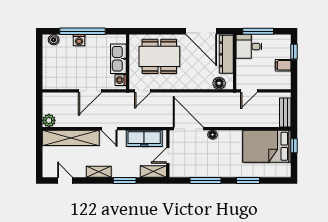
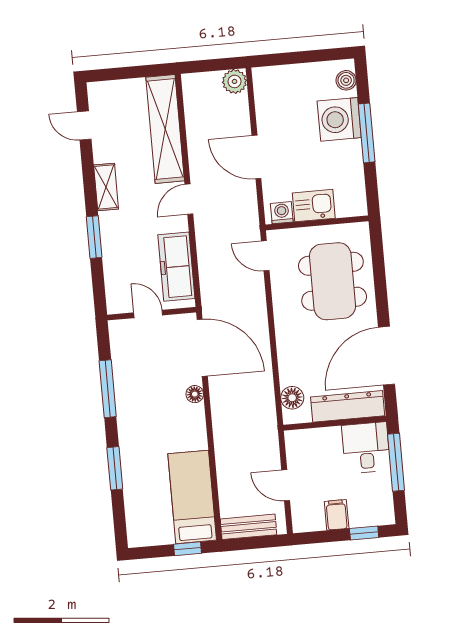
window: (82, 31) -> (367, 133), width x0.68
washing machine: (79, 40) -> (339, 119), width x1.89, depth x1.89
kitchen sink: (118, 59) -> (314, 206), width x0.73
door: (249, 91) -> (286, 485), moved
plant: (49, 120) -> (234, 81), moved
door: (188, 129) -> (202, 348), hinge flipped
bed: (267, 146) -> (192, 497), width x0.67
shelving: (153, 171) -> (116, 289), removed
door: (65, 180) -> (84, 125), swing flipped

